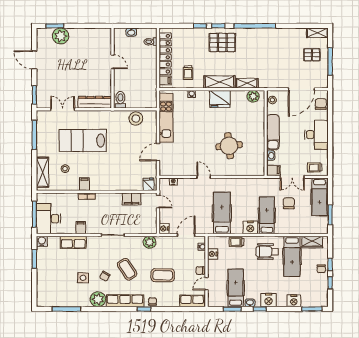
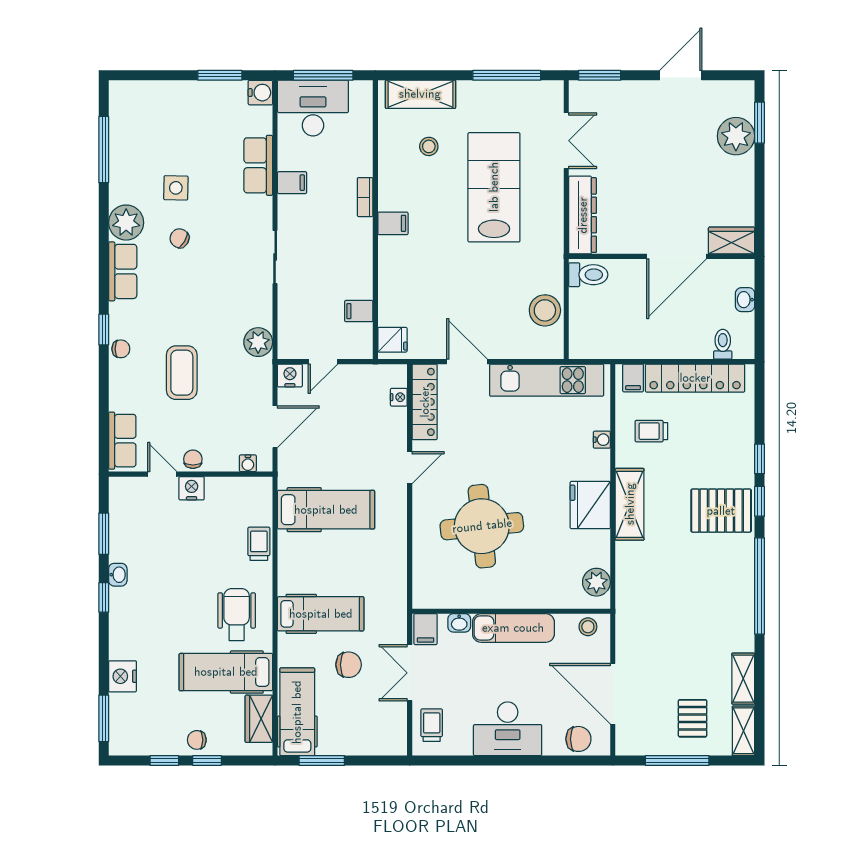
wardrobe: (106, 38) -> (732, 241), added
pallet: (222, 42) -> (721, 511), turned 90
door: (113, 62) -> (677, 256), width x1.88
shelving: (247, 83) -> (743, 679), moved
round table: (229, 146) -> (482, 526), width x1.36, depth x1.36
locker: (175, 170) -> (425, 402), added
filing cabinet: (84, 184) -> (393, 223), moved
hospital bed: (319, 197) -> (297, 712), moved, turned 90
filing cabinet: (132, 199) -> (359, 311), width x0.50
door: (158, 202) -> (323, 362), moved
nightstand: (250, 227) -> (293, 576), removed
door: (186, 235) -> (275, 427), hinge flipped
nightstand: (213, 254) -> (192, 488), moved
coffee table: (127, 269) -> (196, 290), removed
hospital bed: (236, 288) -> (152, 542), removed
nightstand: (269, 300) -> (124, 618), removed
row of seats: (125, 301) -> (123, 271), width x0.68

